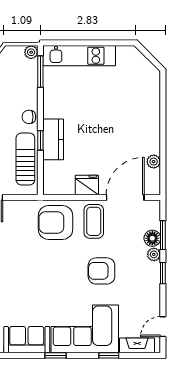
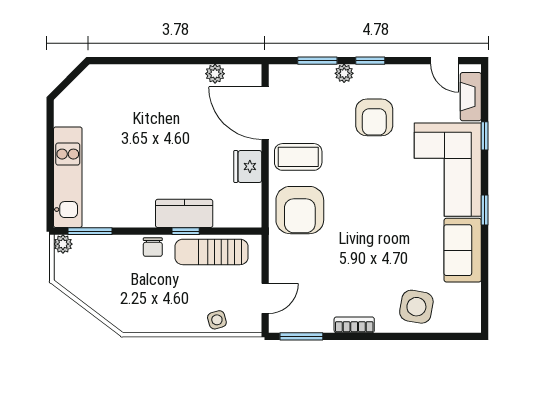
floor lamp: (152, 238) -> (322, 75), removed
armchair: (101, 271) -> (374, 117), moved

